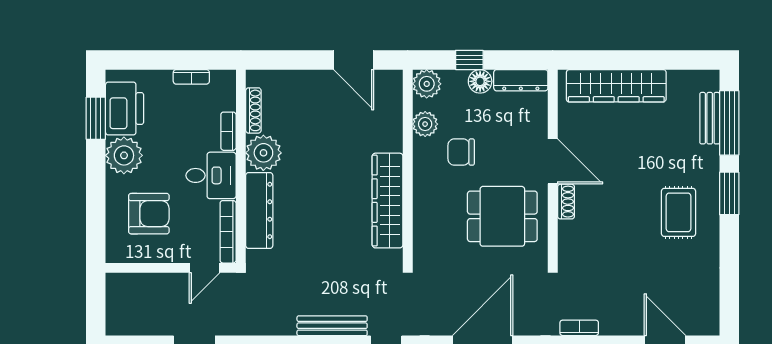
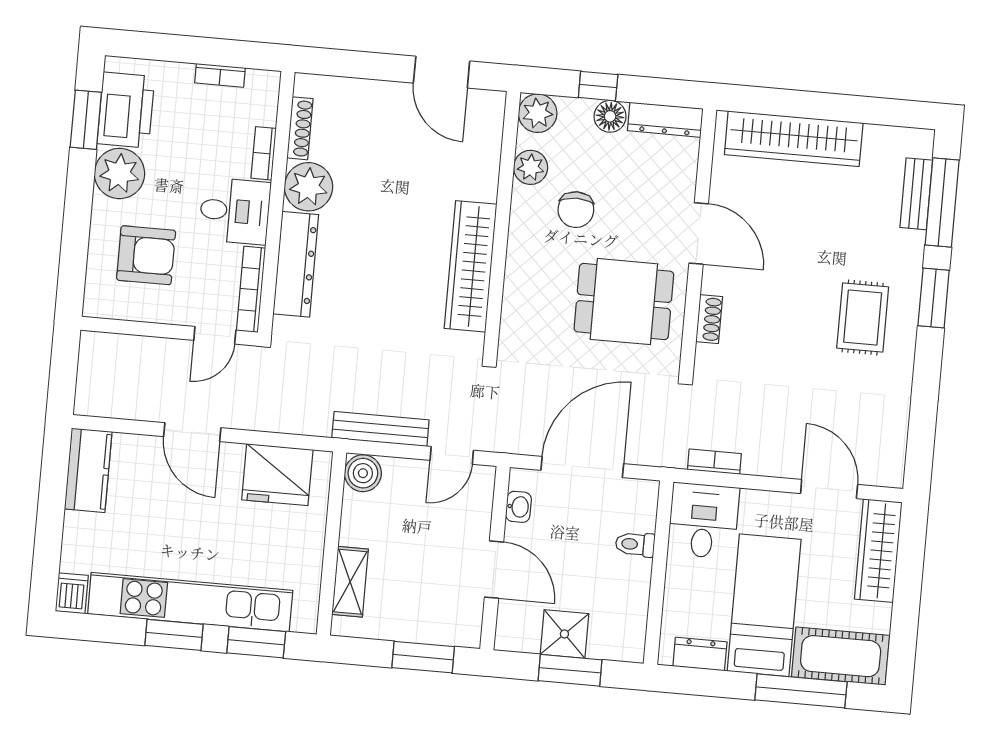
chair: (461, 152) -> (576, 210), turned -90
shoe rack: (566, 202) -> (709, 319), moved

